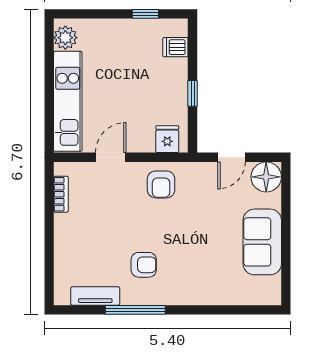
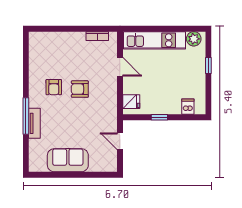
window: (145, 14) -> (208, 65), moved
floor lamp: (266, 177) -> (108, 163), removed
armchair: (161, 184) -> (80, 89), moved
tv unit: (95, 296) -> (34, 123), moved
window: (135, 310) -> (26, 116), moved

